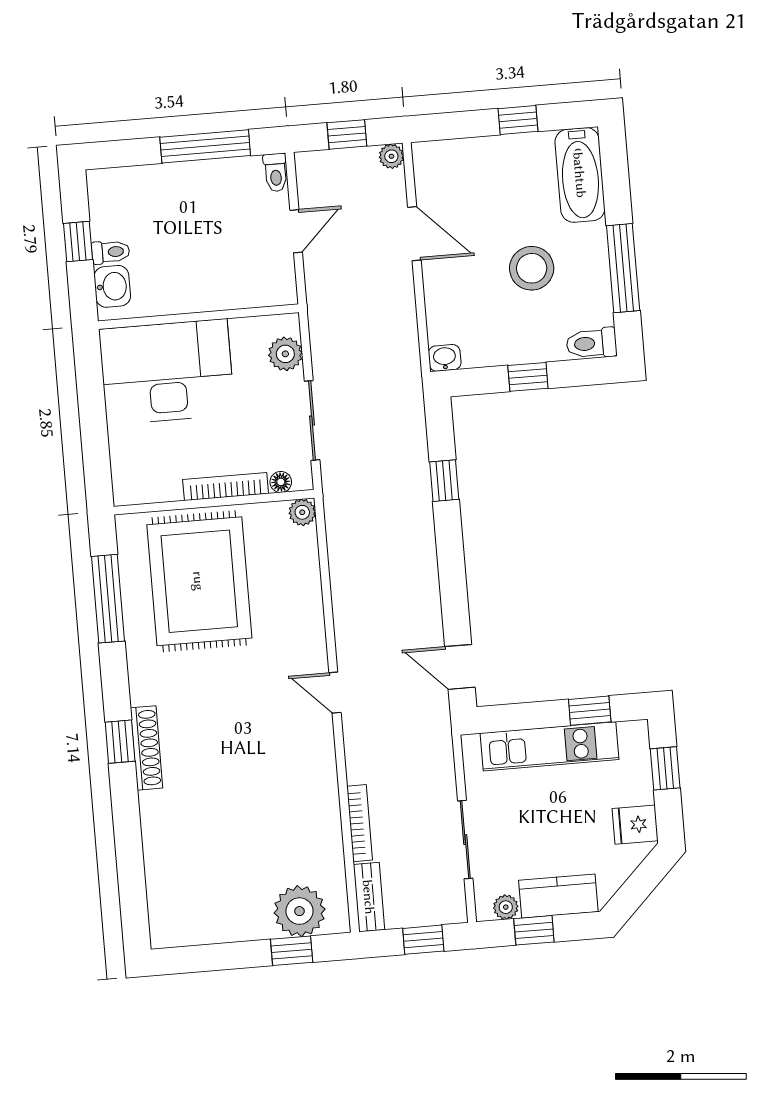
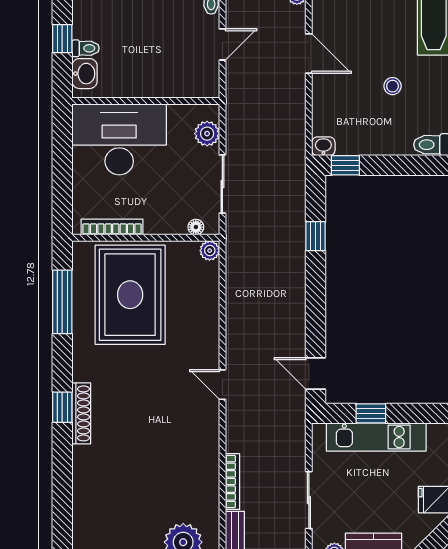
stool: (532, 268) -> (393, 86), width x0.53, depth x0.53
window: (528, 377) -> (345, 165), moved
bookcase: (226, 487) -> (112, 227), moved
window: (590, 711) -> (371, 413), moved

